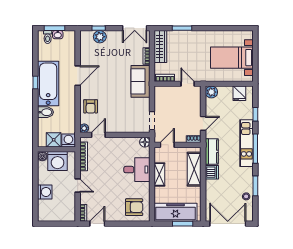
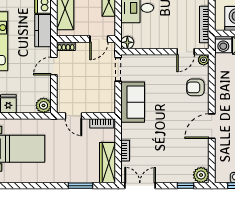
plant: (100, 37) -> (201, 175), moved
sofa: (141, 81) -> (133, 102), moved
armchair: (91, 106) -> (195, 87), turned -90

